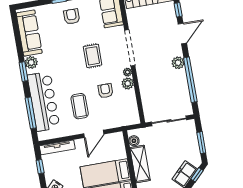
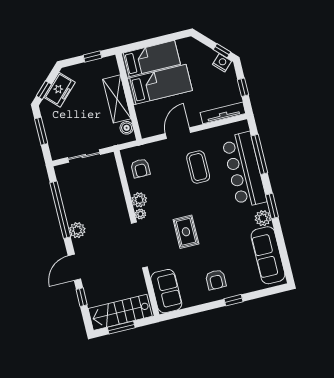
armchair: (105, 91) -> (140, 168), moved
sliding door: (169, 121) -> (84, 156), width x0.73

